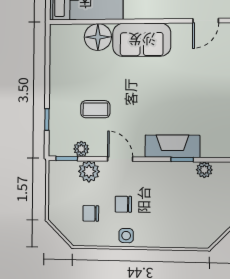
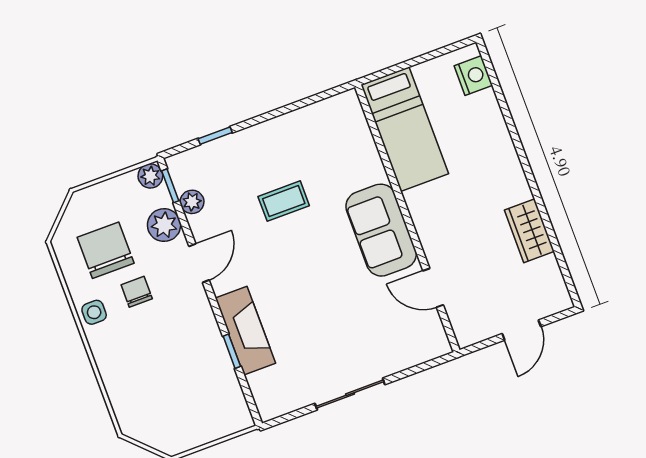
door: (206, 21) -> (433, 288), moved
floor lamp: (98, 37) -> (362, 165), removed
coffee table: (95, 109) -> (284, 201), moved, turned 90
plant: (204, 170) -> (150, 176), moved
chair: (91, 213) -> (106, 250), width x1.87, depth x1.87

